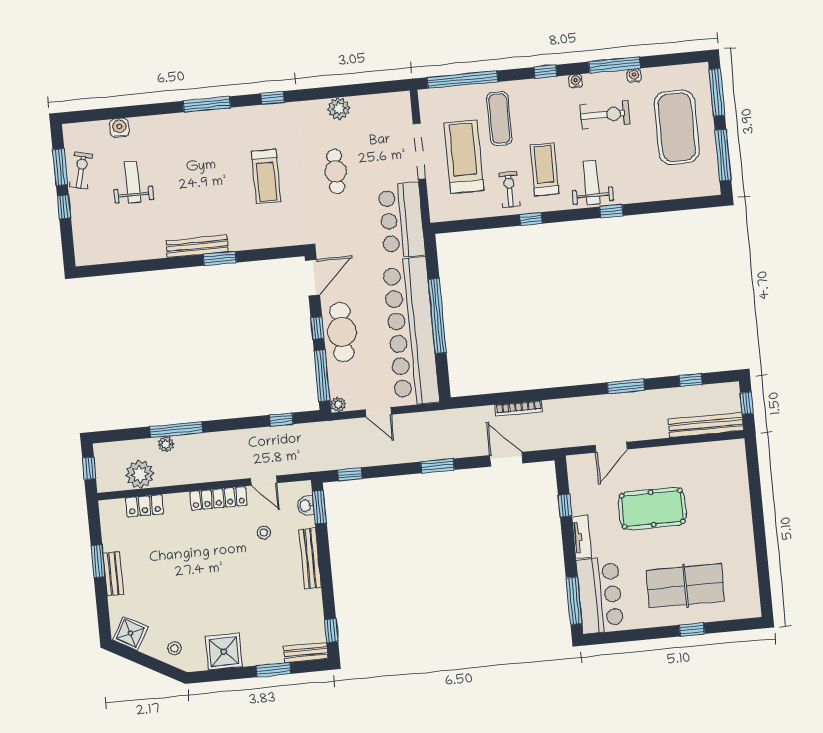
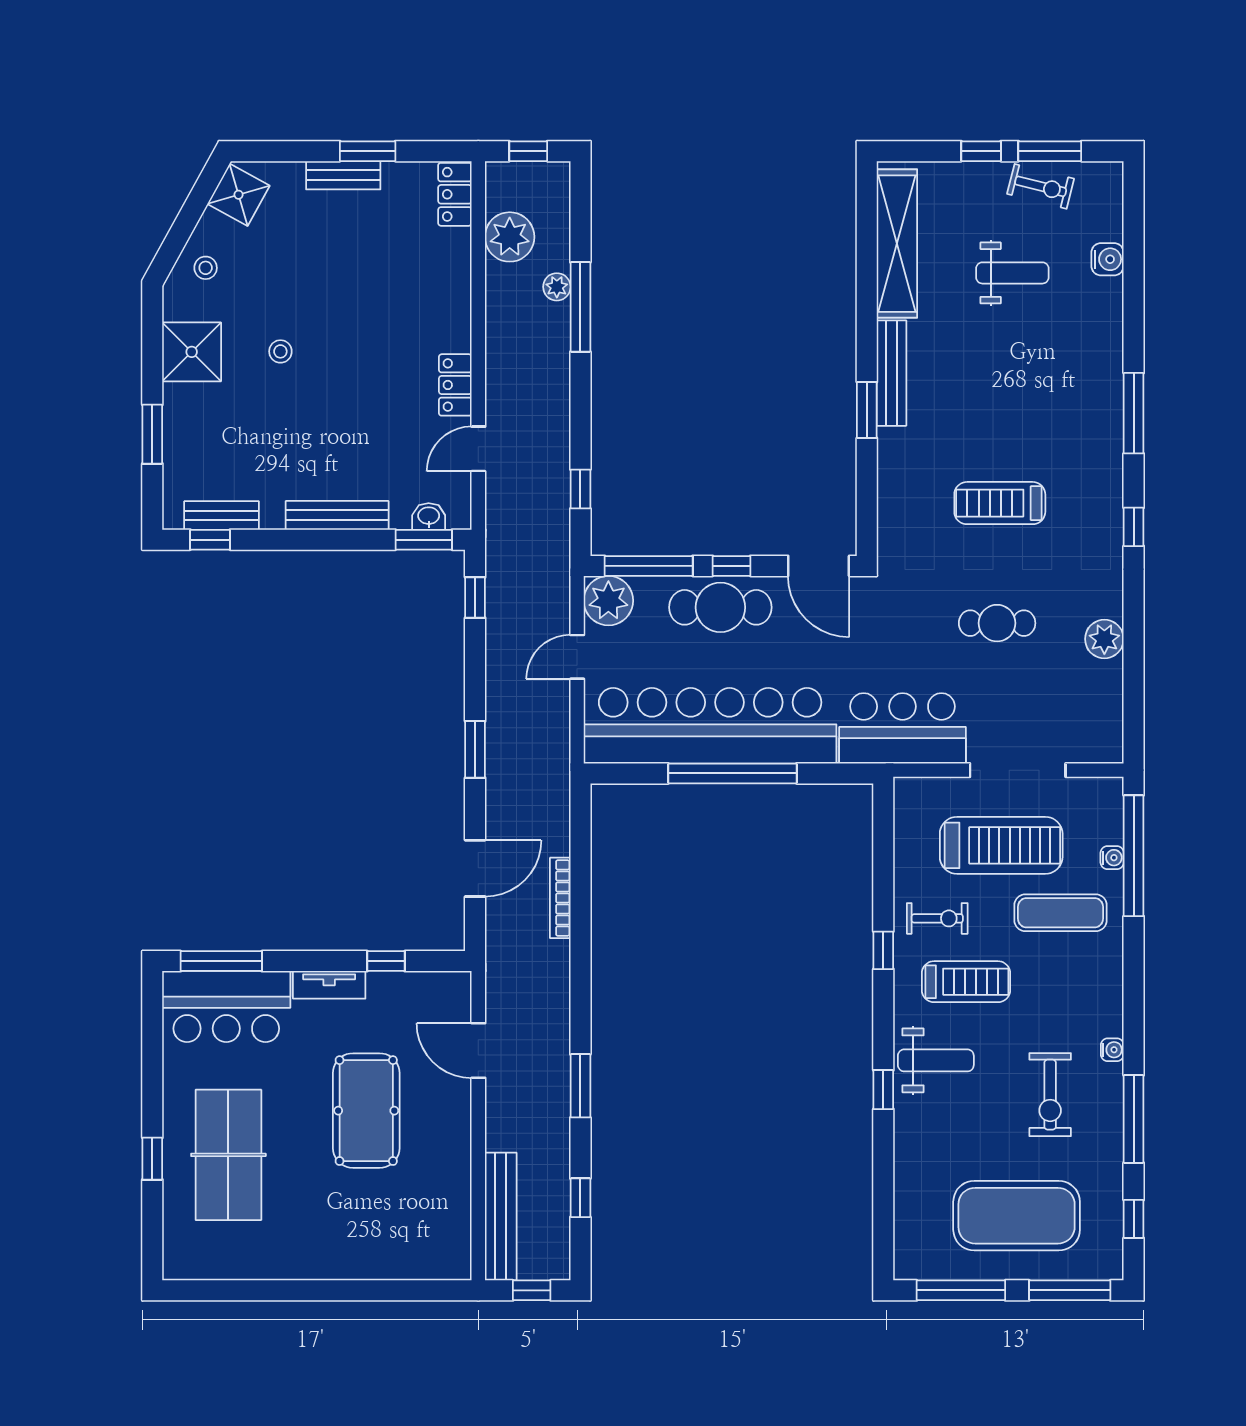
window: (545, 72) -> (1134, 1219), moved
water cooler: (634, 76) -> (1112, 858), moved
shelving: (122, 250) -> (897, 244), added
plant: (338, 404) -> (608, 601), width x1.88, depth x1.88
locker: (218, 498) -> (455, 385), width x0.66
locker: (145, 506) -> (455, 194), moved
stool: (264, 533) -> (280, 351), moved
bench: (306, 653) -> (222, 515), moved, turned 90

